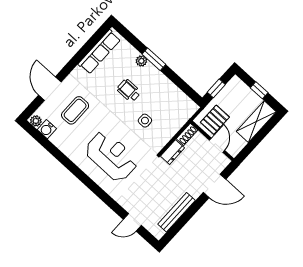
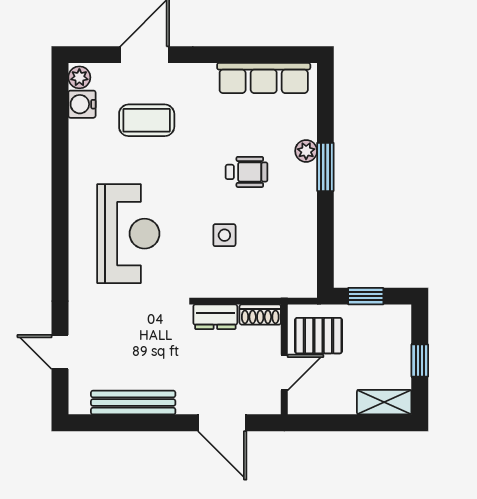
wheelchair: (129, 91) -> (246, 172), turned 90
shelving: (256, 122) -> (384, 402), width x0.67, depth x0.75

